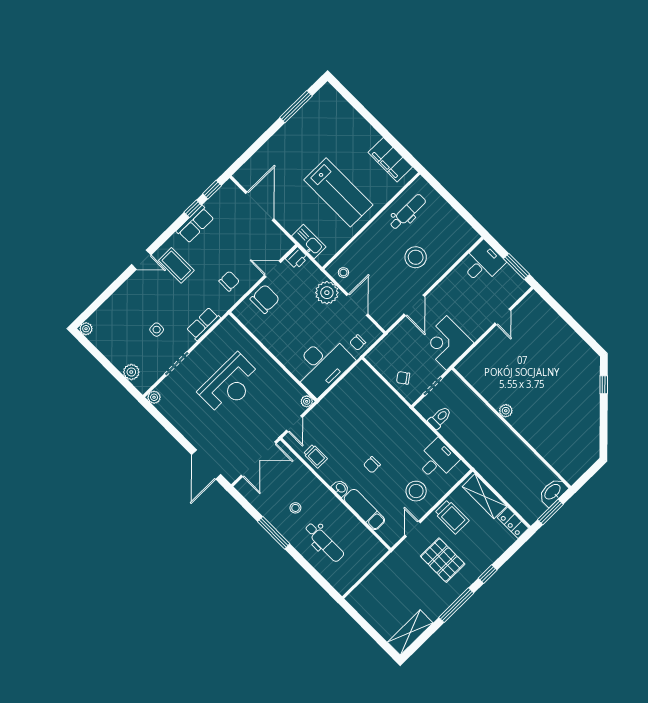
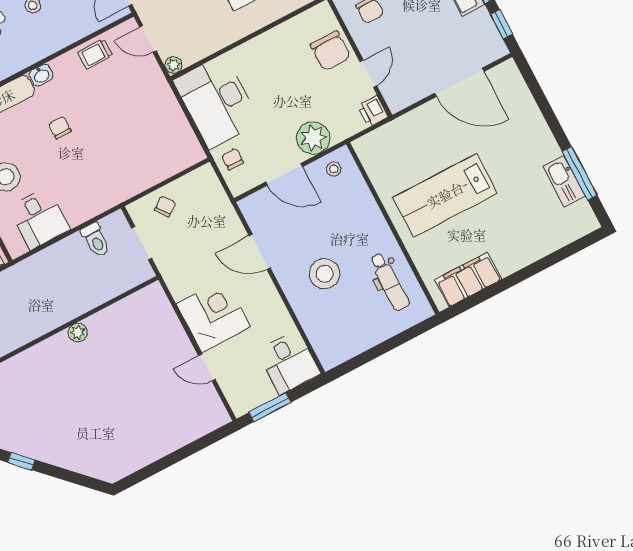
kitchen sink: (309, 242) -> (564, 181), moved, turned 90
corner desk: (447, 343) -> (213, 315), moved
window: (604, 385) -> (21, 461), moved

